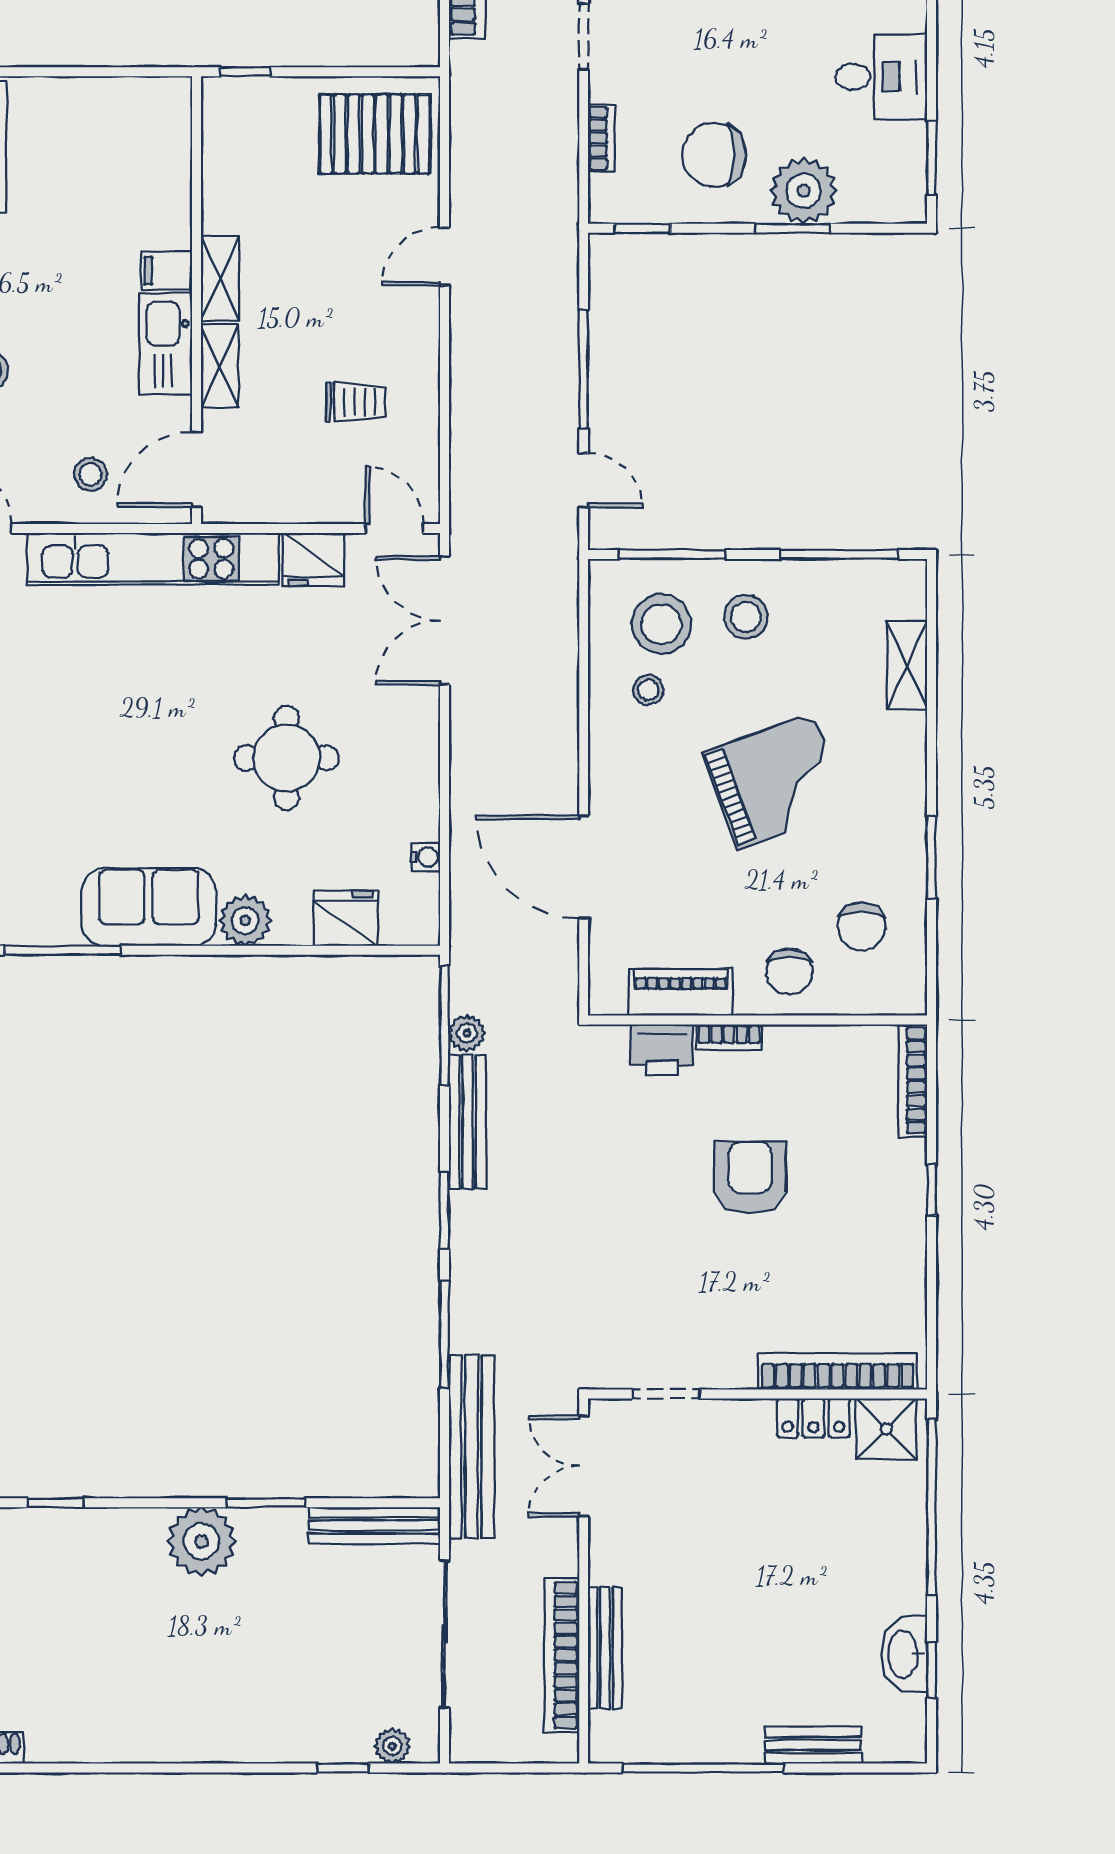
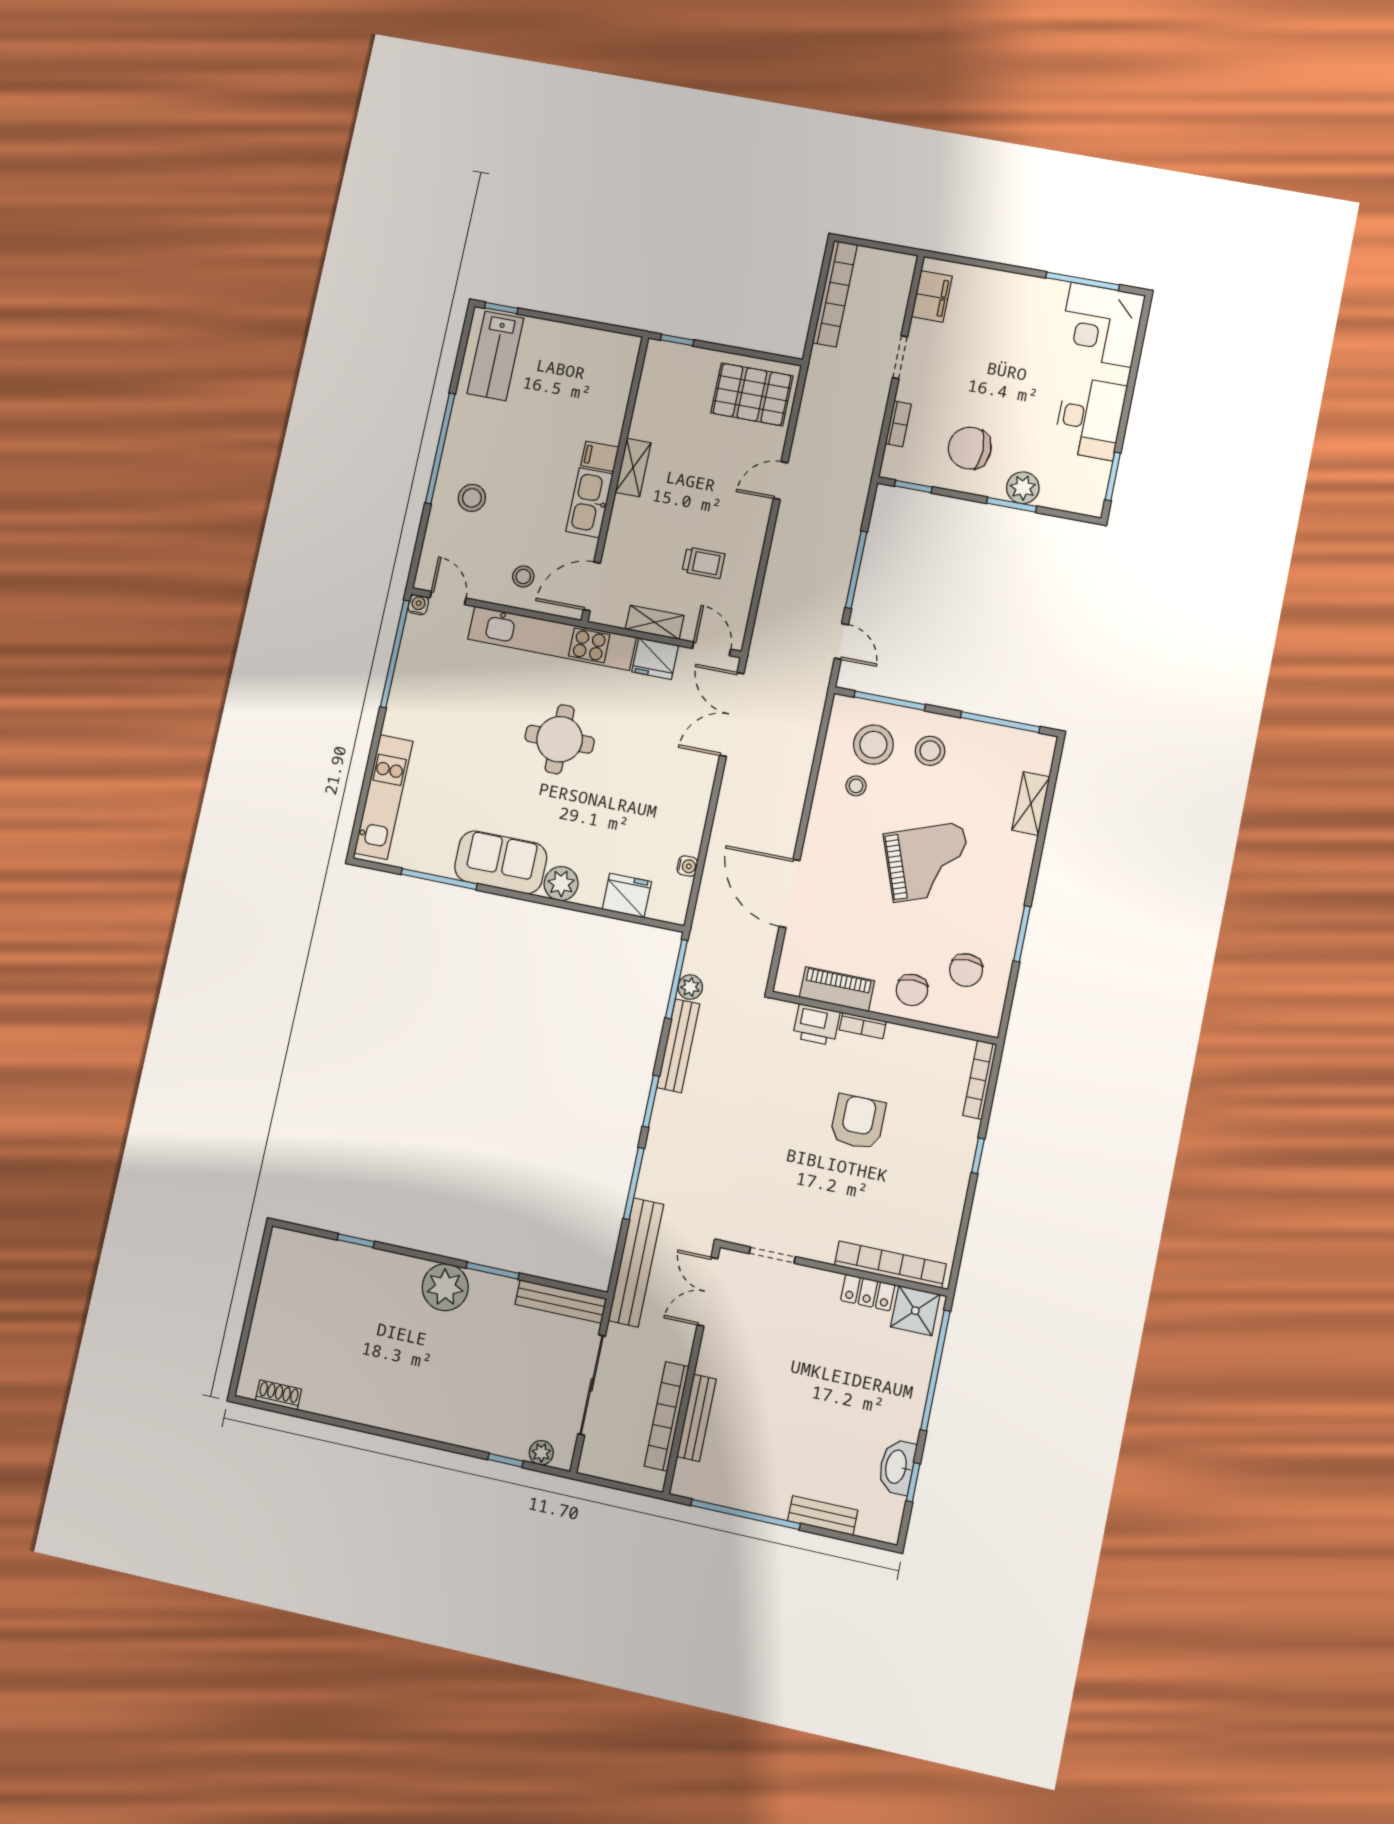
desk: (881, 77) -> (1090, 418), width x1.37
plant: (804, 191) -> (1023, 488), width x0.73, depth x0.73
shelving: (220, 366) -> (655, 622), moved, turned 90
round table: (286, 758) -> (560, 739), moved

